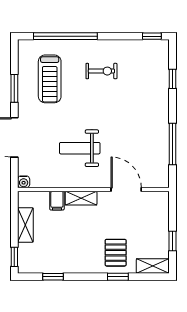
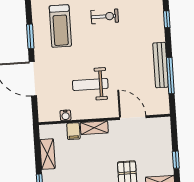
bench: (162, 131) -> (160, 65), added
water cooler: (24, 182) -> (65, 115), moved

